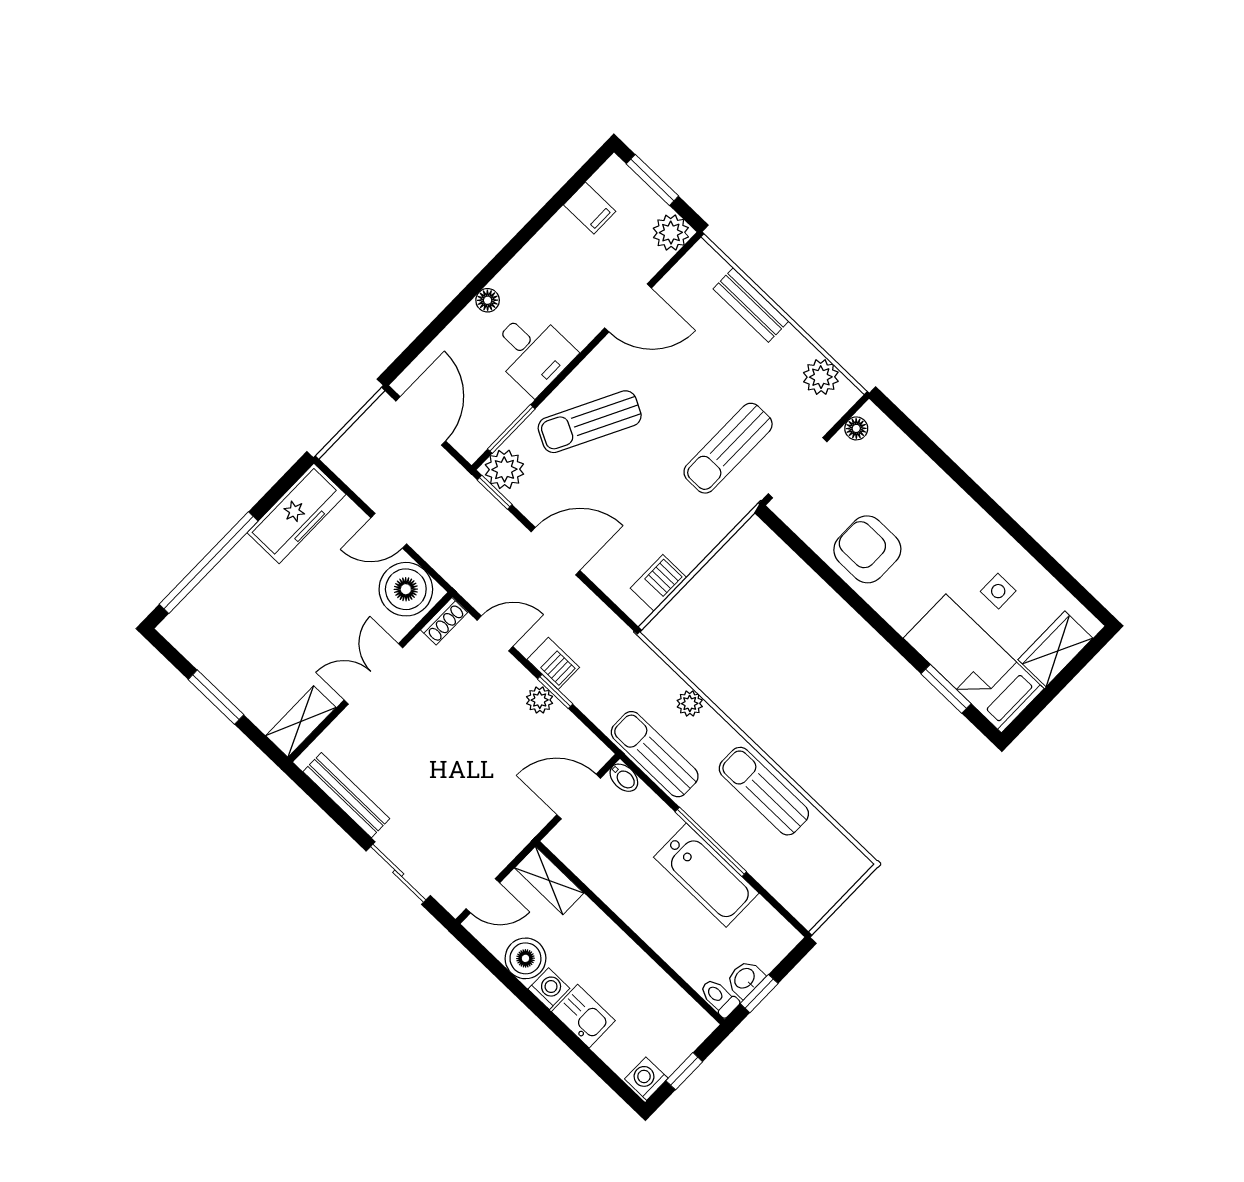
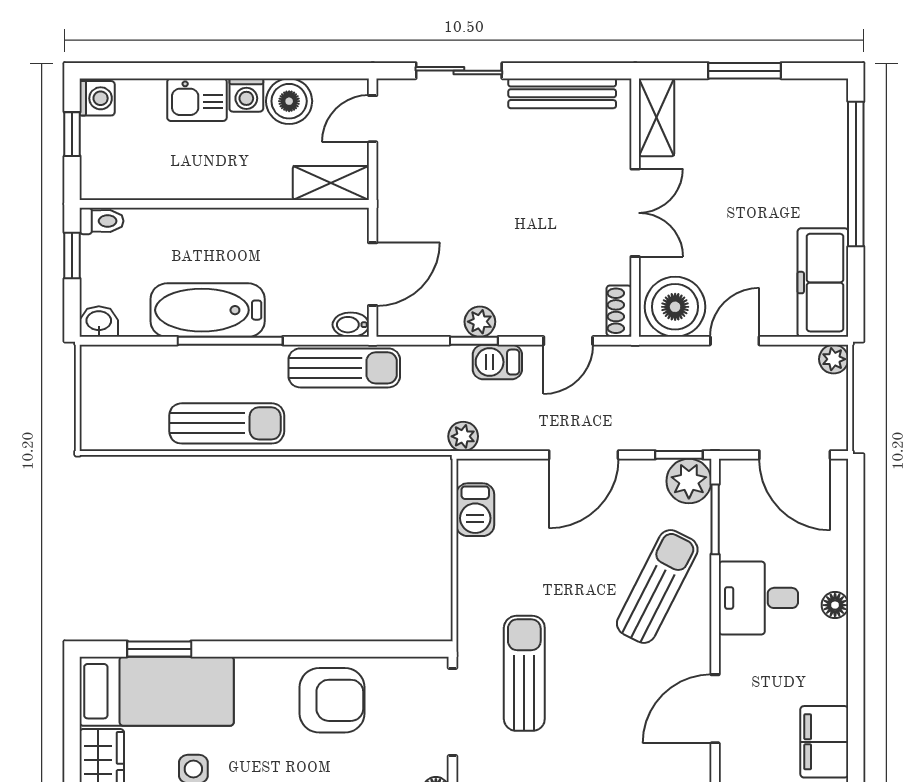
filing cabinet: (590, 208) -> (824, 742), width x2.00
plant: (337, 458) -> (834, 359), added
plant: (690, 704) -> (463, 436), moved
washbasin: (745, 979) -> (99, 322), moved, turned -90

